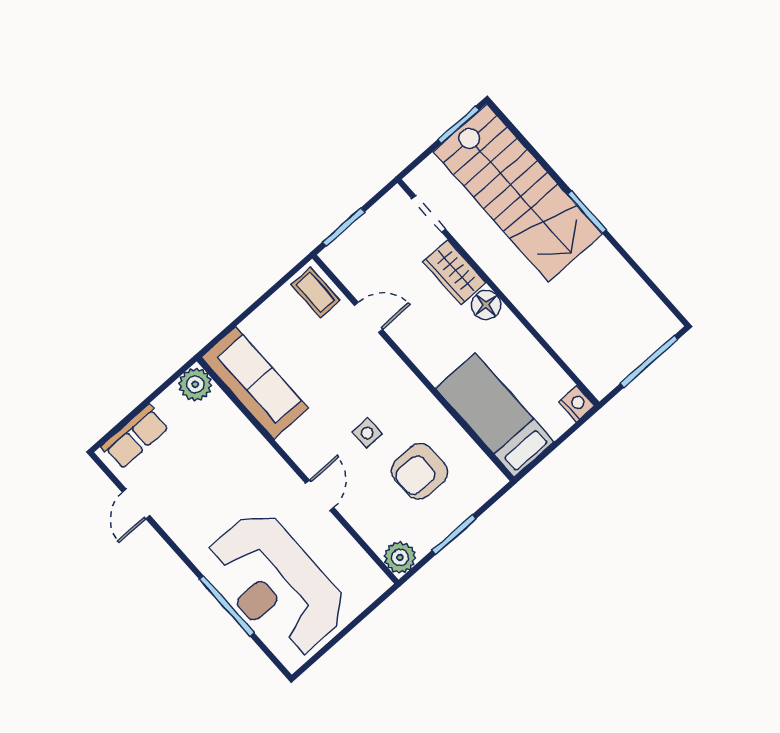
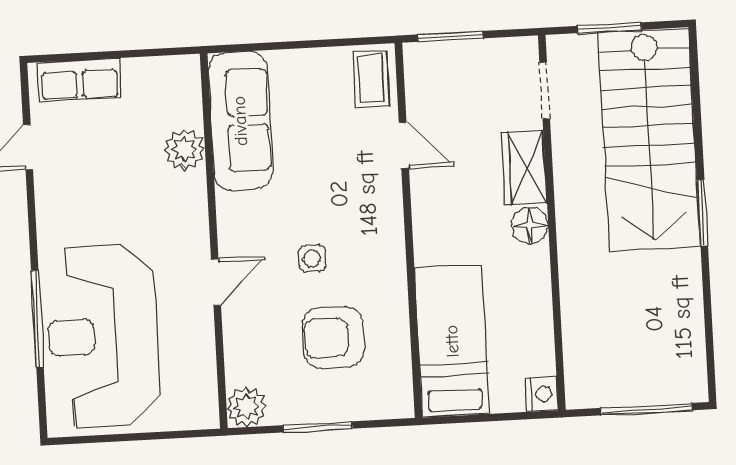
window: (459, 125) -> (609, 28), moved
plant: (195, 384) -> (184, 149), moved

